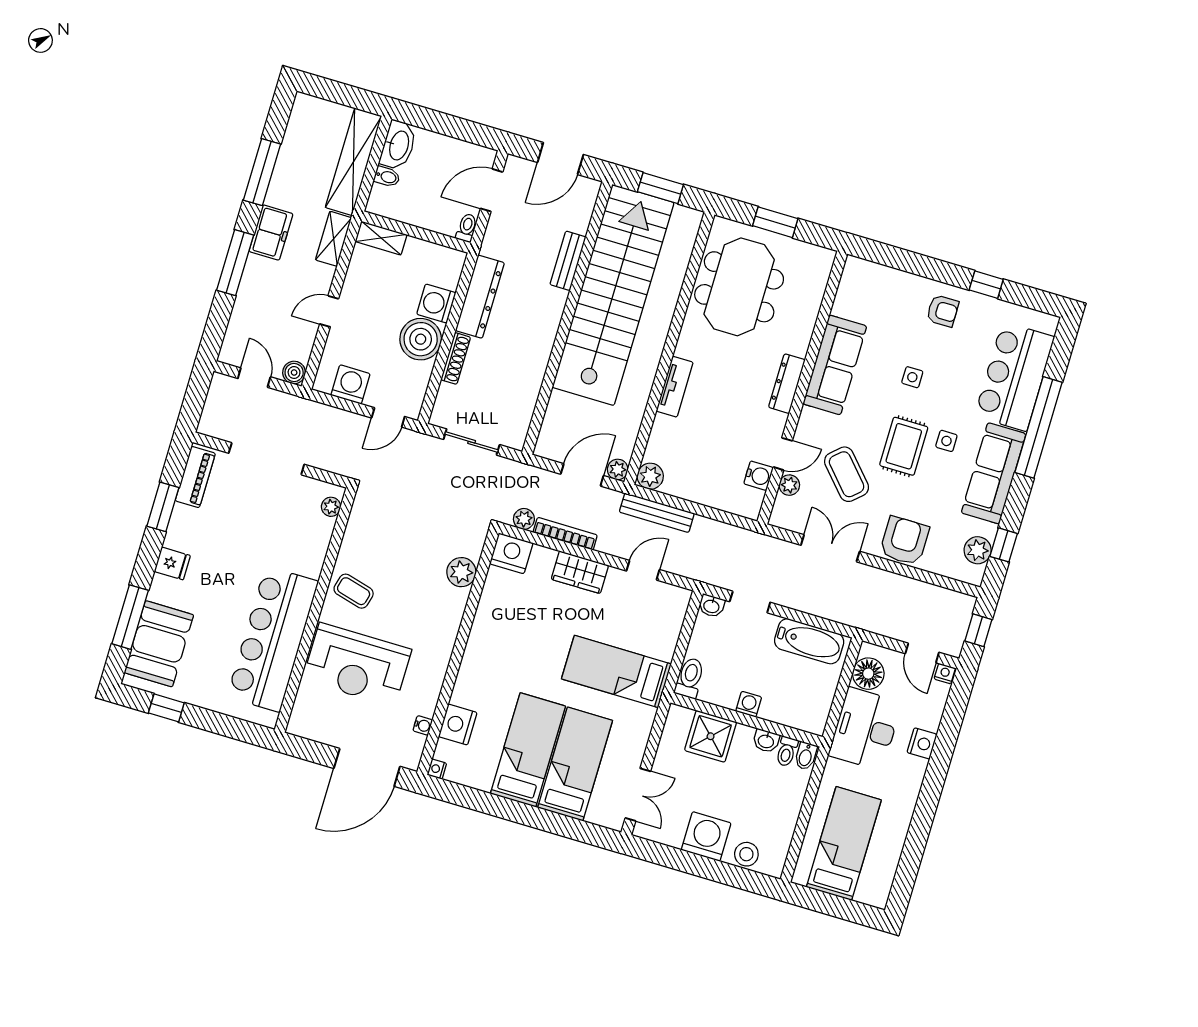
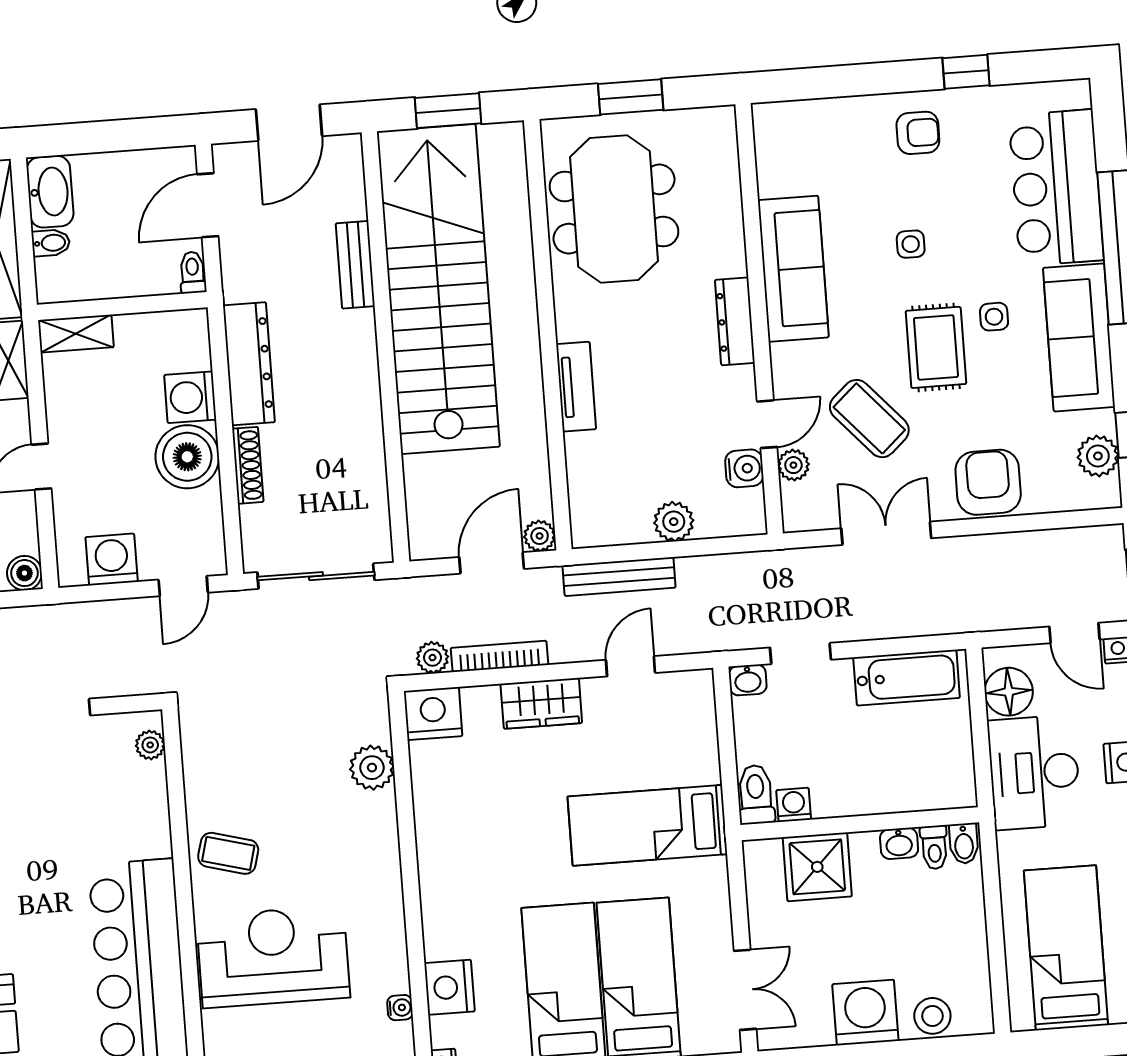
sliding door: (472, 442) -> (316, 576), width x1.37
plant: (650, 476) -> (674, 522), moved
reception desk: (357, 665) -> (273, 957), turned 180
washing machine: (749, 704) -> (794, 805), moved

